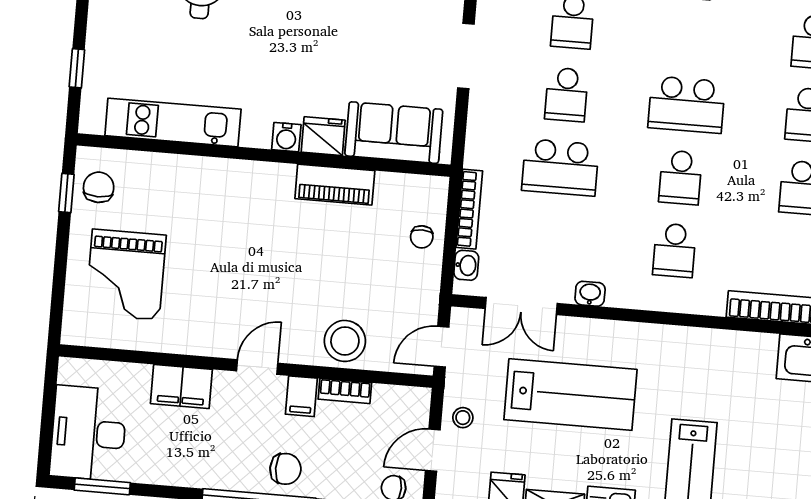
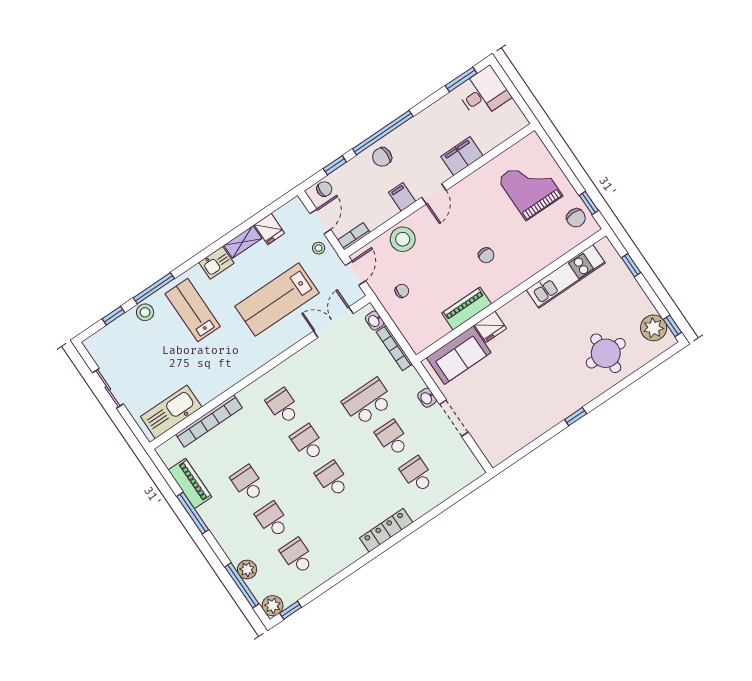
school desk: (687, 105) -> (332, 479), width x0.54
water cooler: (286, 137) -> (507, 312), removed
chair: (254, 233) -> (486, 255), added
chair: (422, 237) -> (402, 291), moved, turned 90
washbasin: (590, 294) -> (427, 398), moved, turned 90
bookcase: (345, 391) -> (354, 236), moved
desk: (88, 433) -> (483, 93), width x0.73

